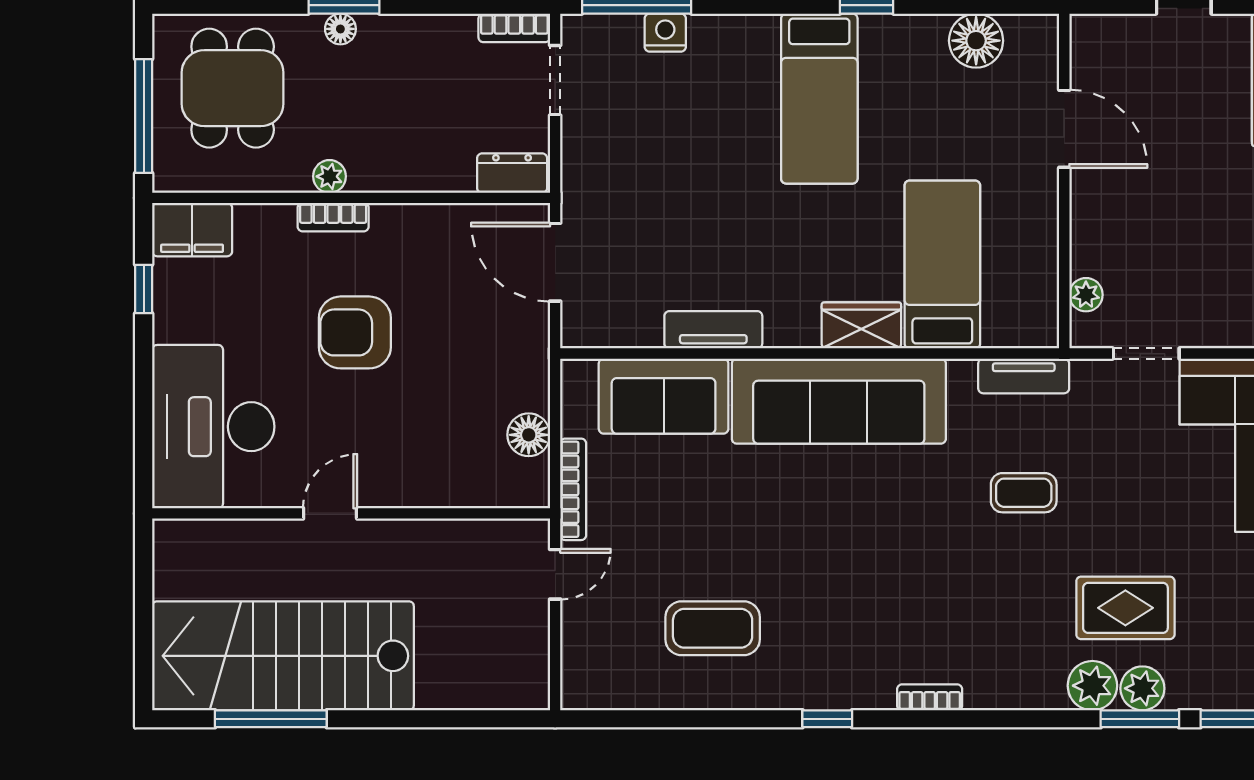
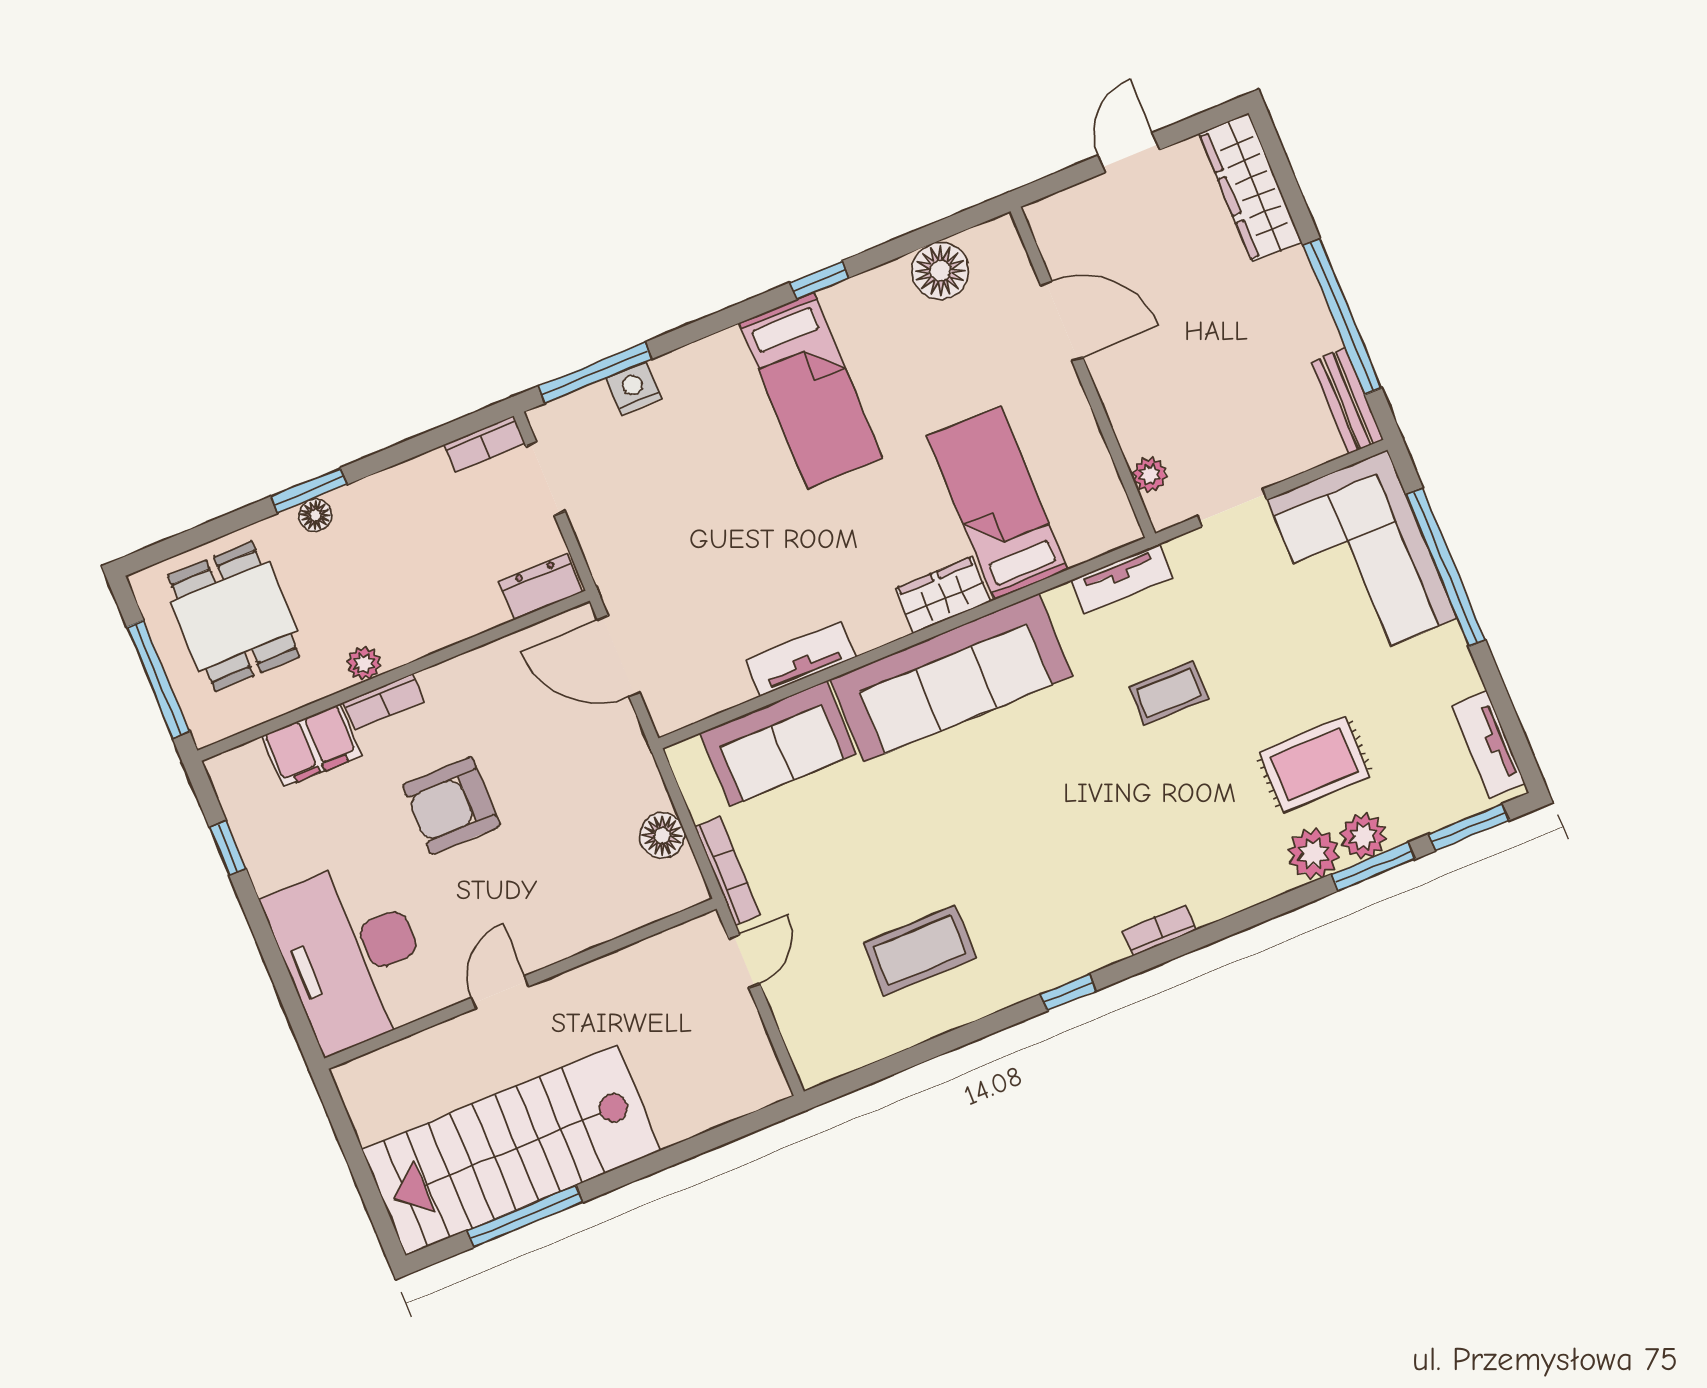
filing cabinet: (192, 230) -> (312, 746), moved

